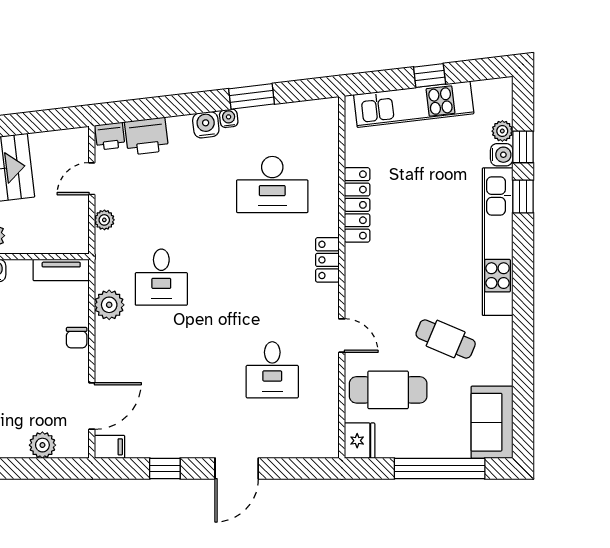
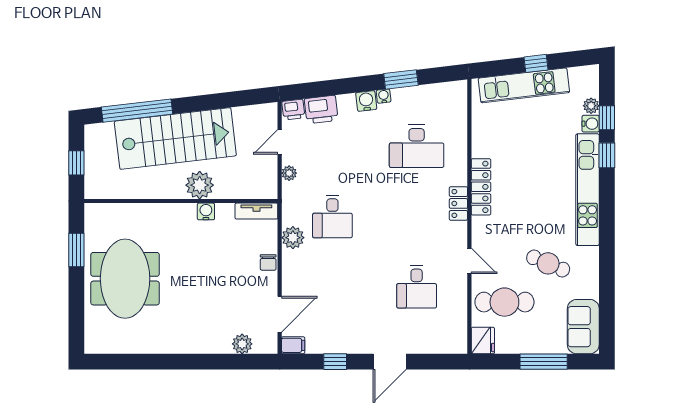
locker: (357, 205) -> (481, 187), moved
window: (440, 468) -> (544, 362), width x0.68

